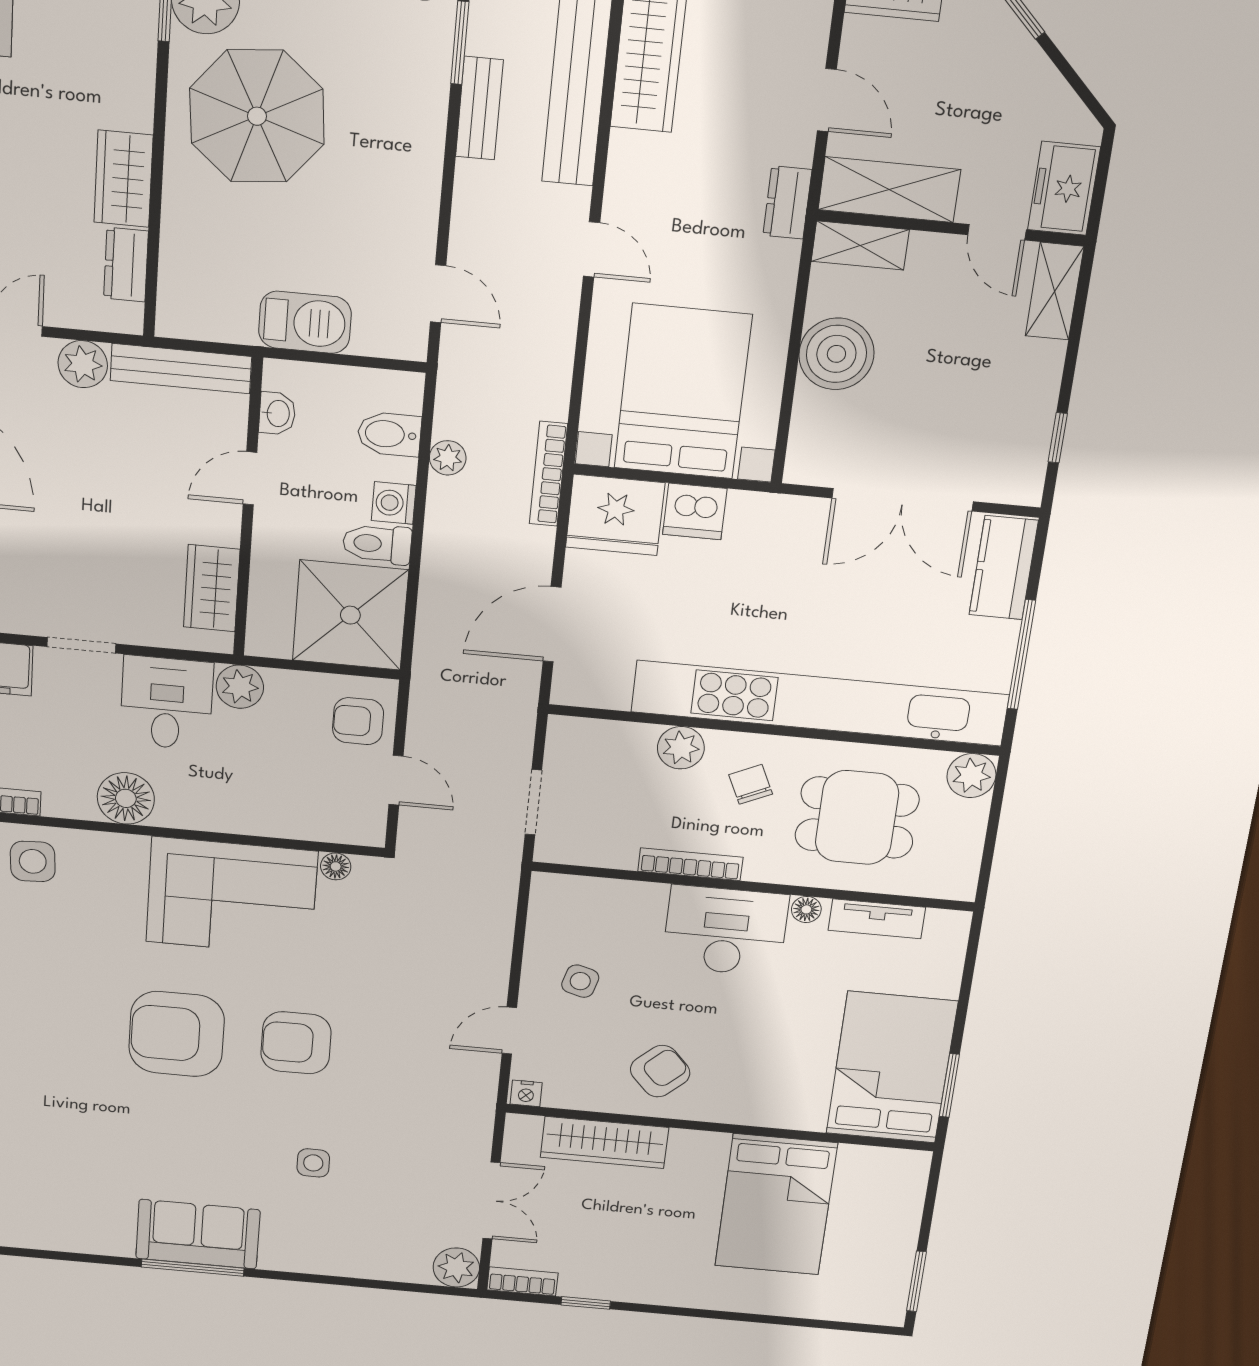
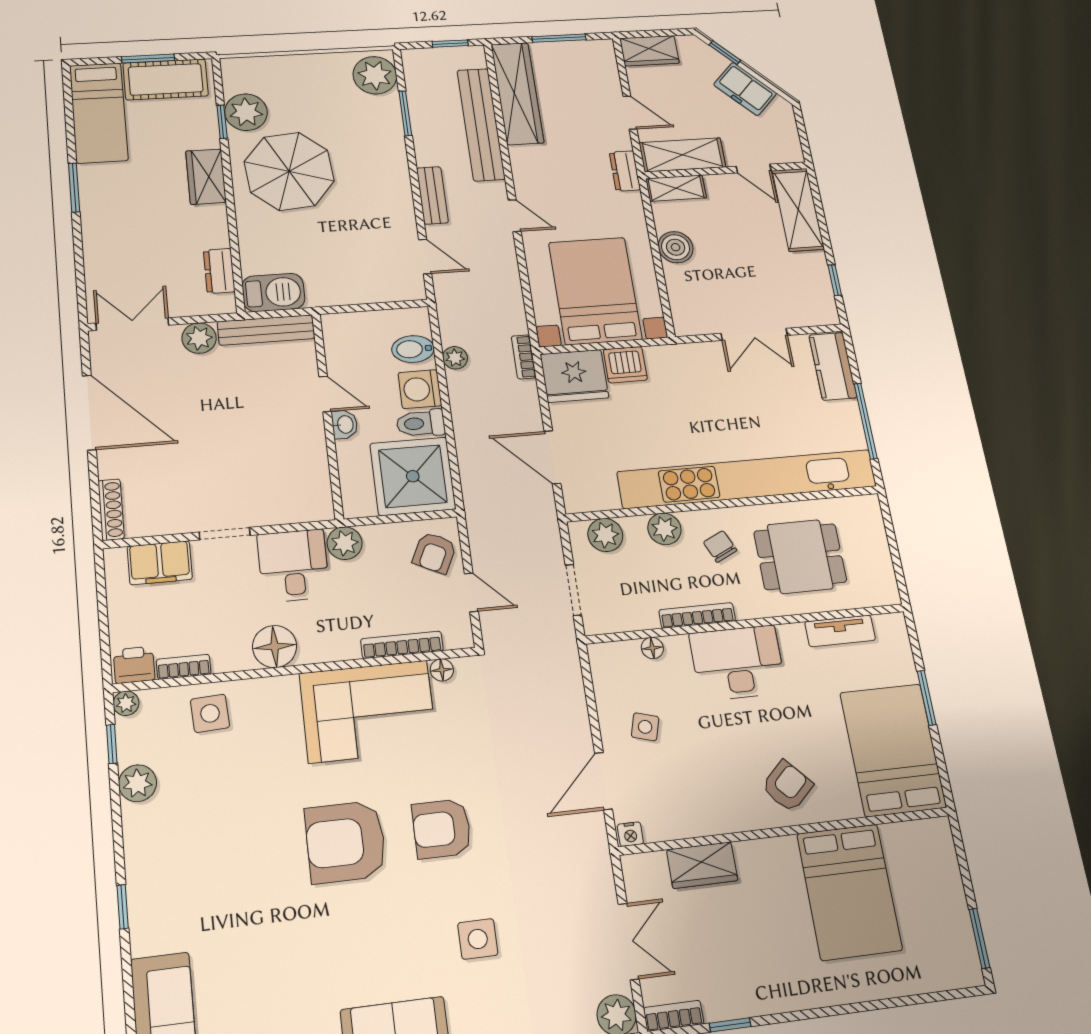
bench: (479, 108) -> (432, 195), moved
wardrobe: (124, 179) -> (206, 177), moved
freezer: (1064, 188) -> (745, 89), moved, turned -45
shelving: (1055, 291) -> (798, 210), width x1.50, depth x1.33
barbecue: (305, 322) -> (273, 293), moved
boiler: (836, 354) -> (676, 247), width x0.73, depth x0.73
washbasin: (277, 413) -> (345, 424), moved
bookcase: (548, 474) -> (524, 357), width x0.64
door: (250, 478) -> (325, 394), swing flipped
double door: (903, 500) -> (754, 334), width x0.73
washing machine: (394, 503) -> (420, 389), width x1.38, depth x1.38
wardrobe: (212, 588) -> (312, 475), removed
door: (552, 624) -> (553, 457), hinge flipped
armchair: (358, 721) -> (434, 553), turned -64
plant: (971, 776) -> (605, 535), moved
bookcase: (291, 827) -> (402, 645), added
floor lamp: (806, 909) -> (652, 648), moved
door: (509, 1031) -> (603, 781), width x1.37
armchair: (660, 1071) -> (787, 786), moved
window: (949, 1085) -> (927, 698), moved
wardrobe: (604, 1142) -> (702, 865), width x0.67
side table: (313, 1163) -> (478, 939), width x1.37, depth x1.37

